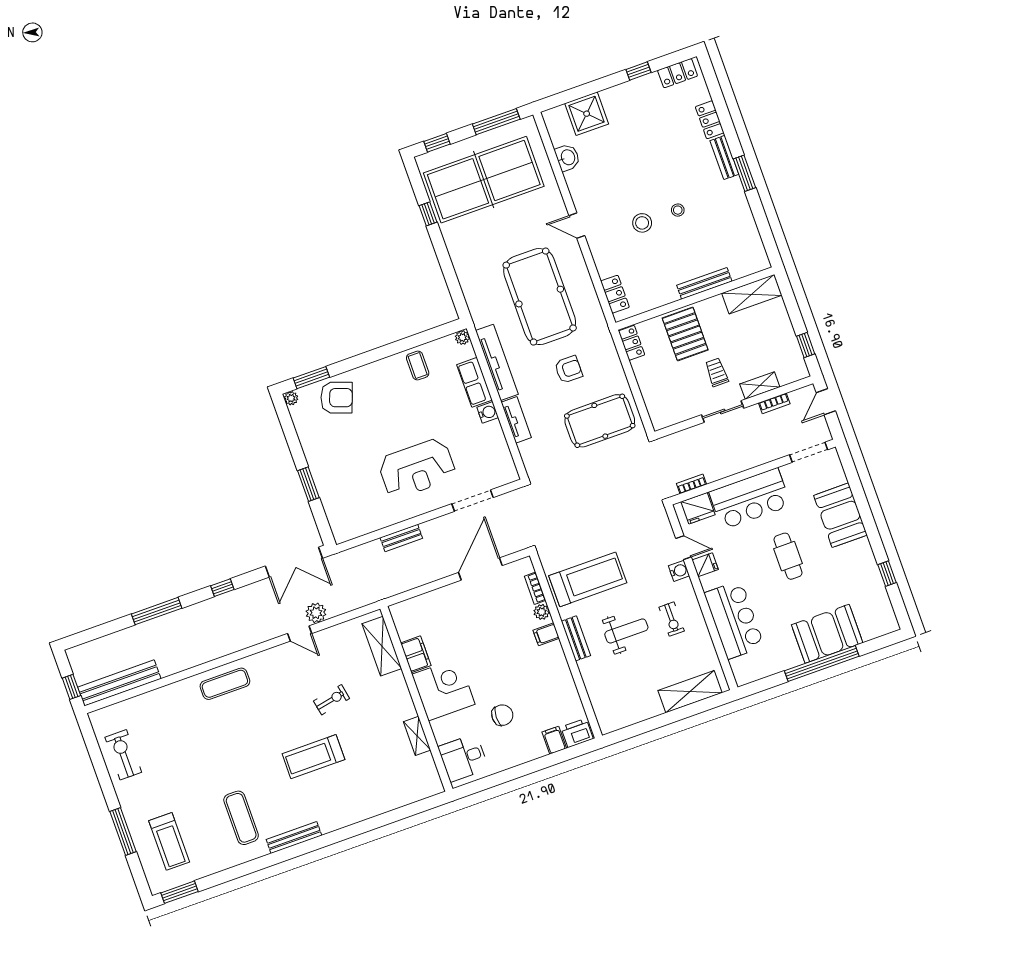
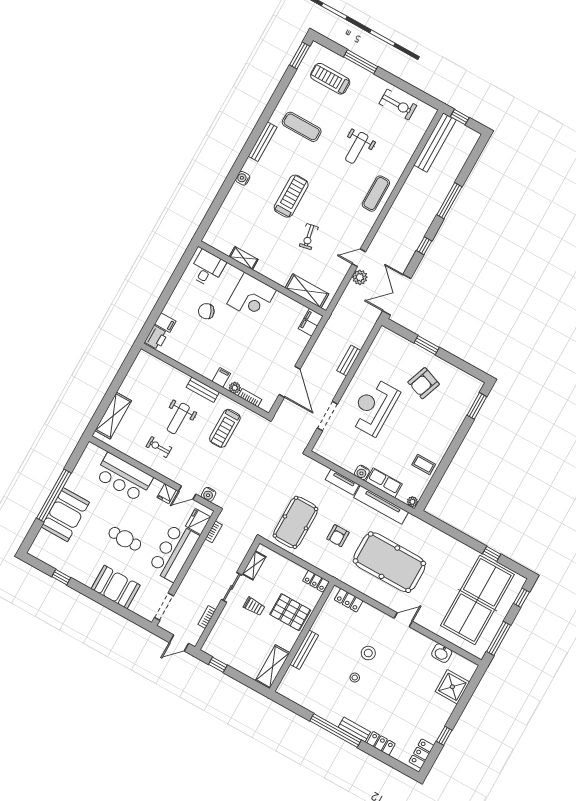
window: (744, 173) -> (336, 730), width x2.11
shelving: (760, 386) -> (254, 565), moved
plant: (291, 398) -> (478, 385), removed
armchair: (337, 398) -> (424, 383), moved
door: (826, 402) -> (179, 643), swing flipped
water cooler: (679, 571) -> (209, 494), moved
treadmill: (588, 579) -> (225, 428), width x0.73, depth x0.73
filing cabinet: (416, 654) -> (311, 322), moved, turned 90
chair: (502, 715) -> (206, 311), turned 66
weight bench: (204, 747) -> (357, 148), added
water cooler: (347, 818) -> (243, 178), added

